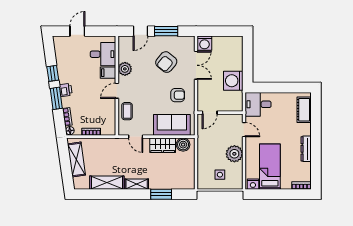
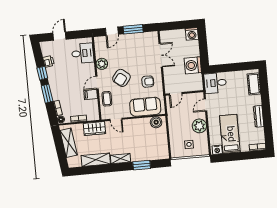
washing machine: (204, 43) -> (192, 34), moved
armchair: (166, 62) -> (121, 78), moved
filing cabinet: (108, 73) -> (91, 94), moved
printer: (66, 90) -> (49, 61), moved
door: (244, 130) -> (205, 105), swing flipped
wardrobe: (163, 145) -> (94, 129), moved

